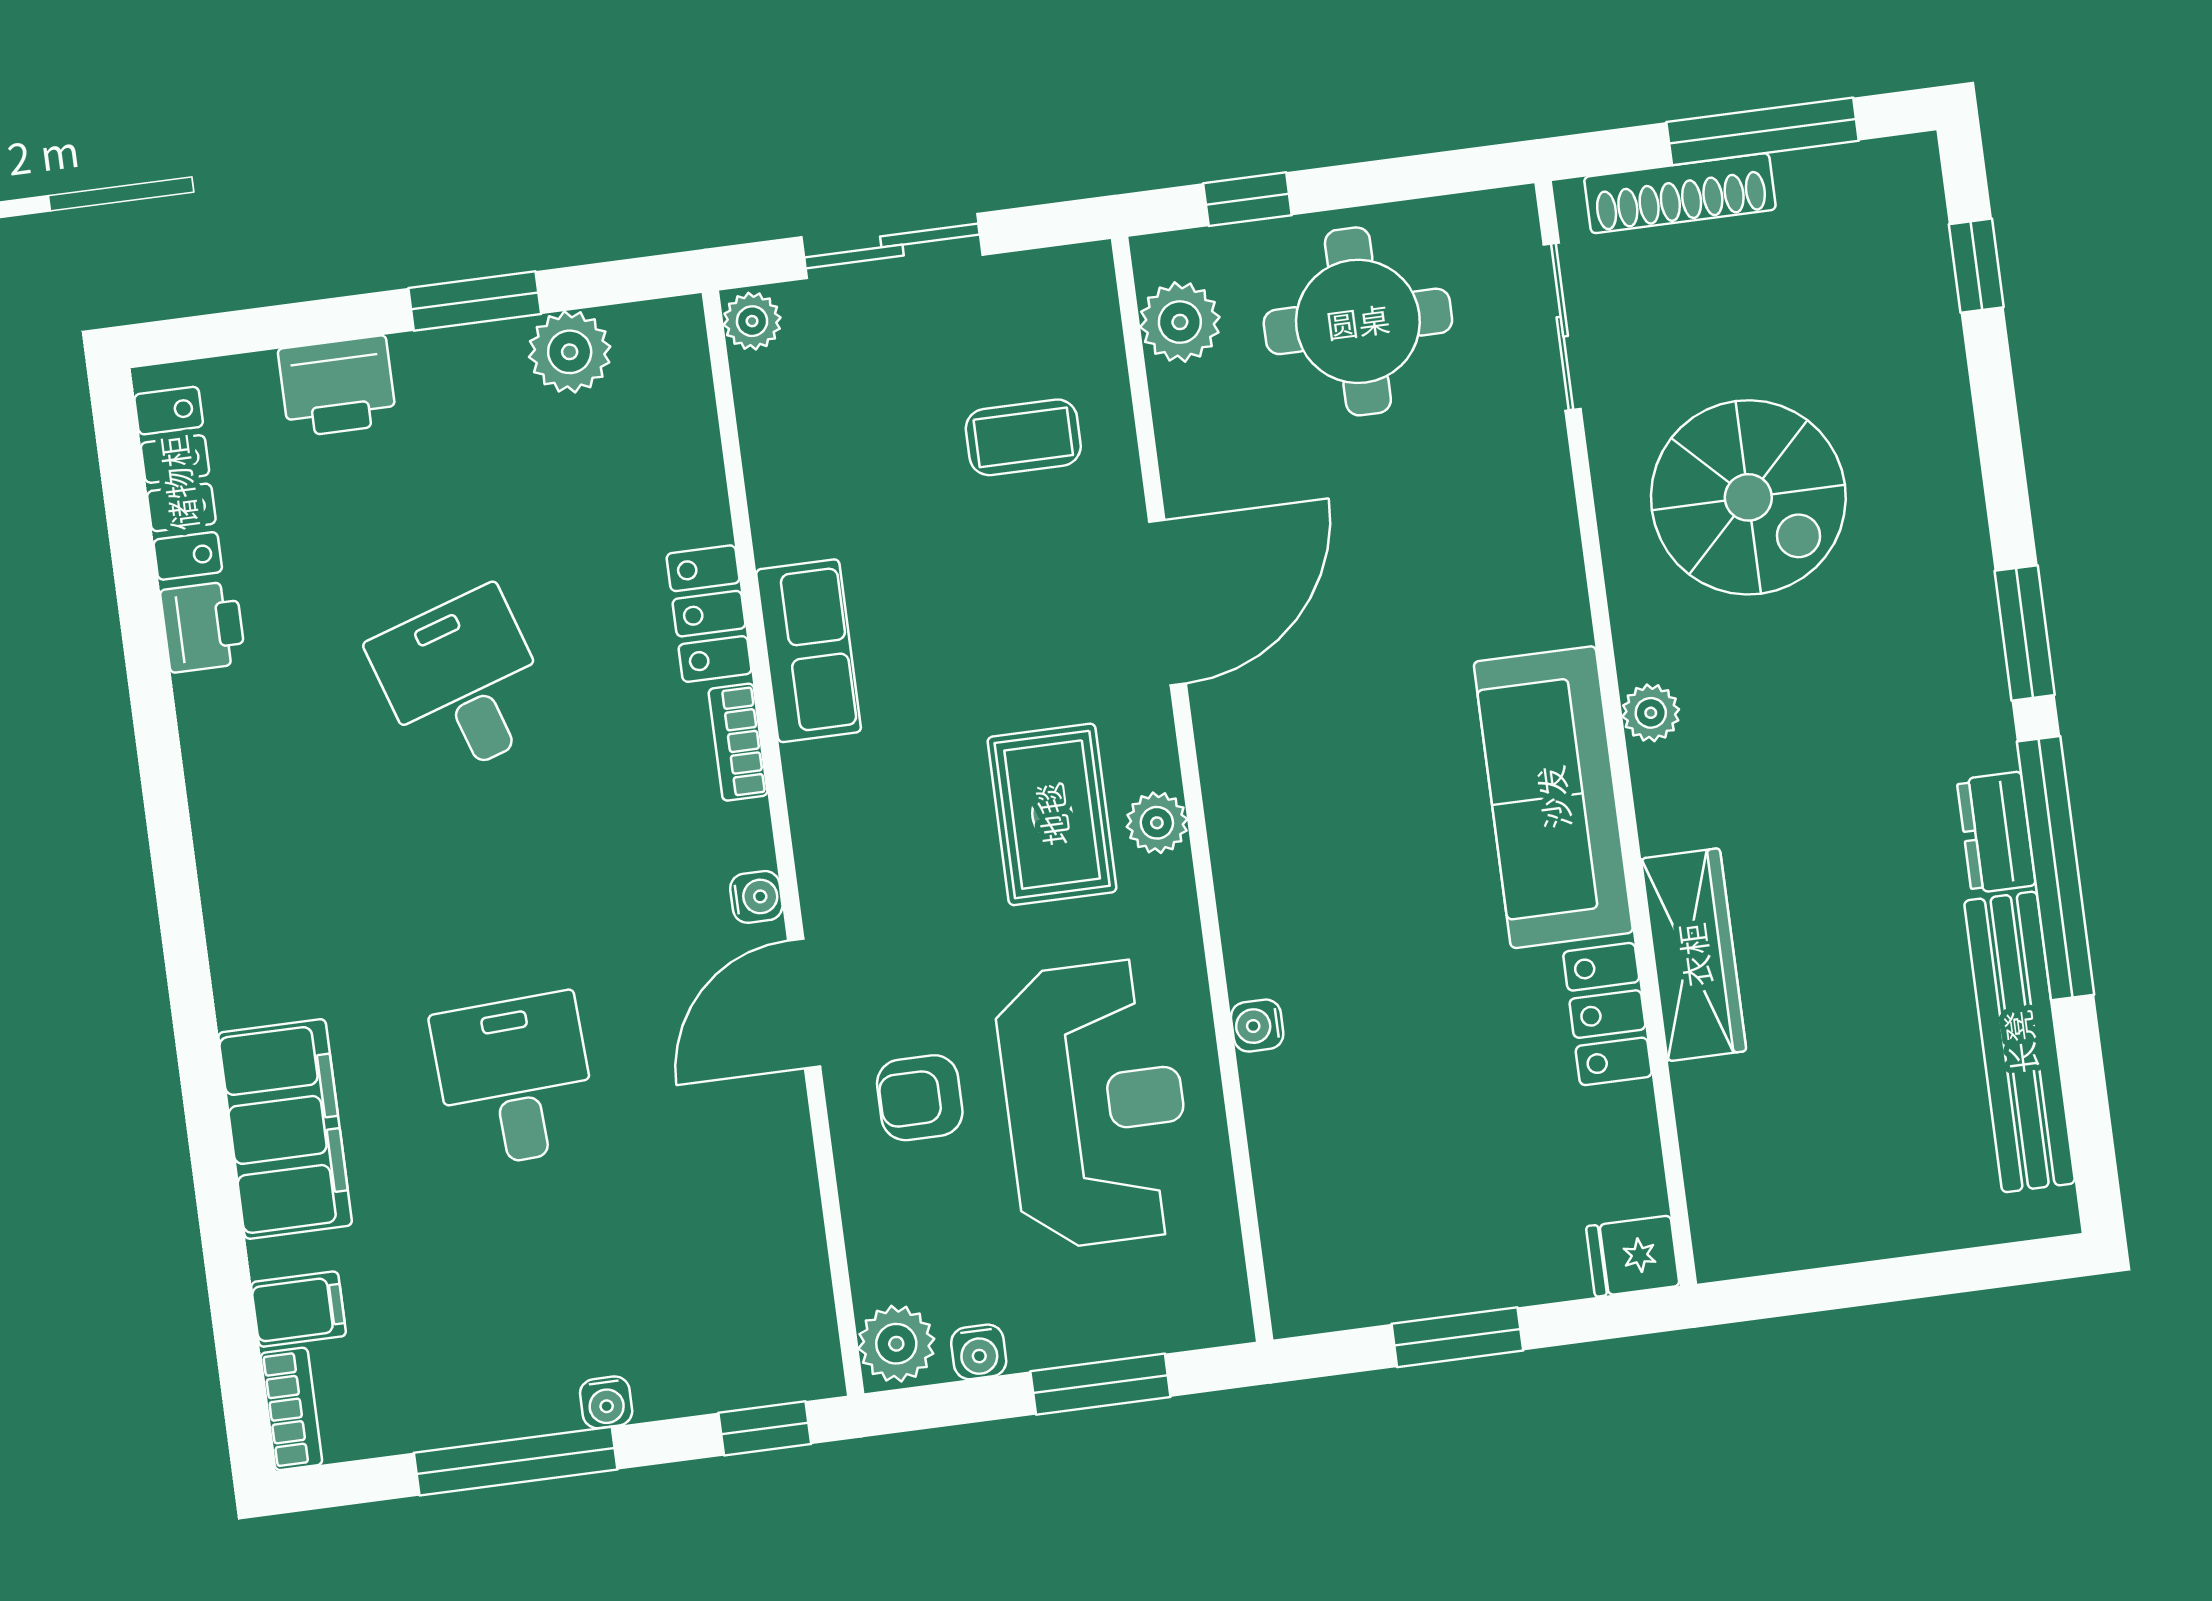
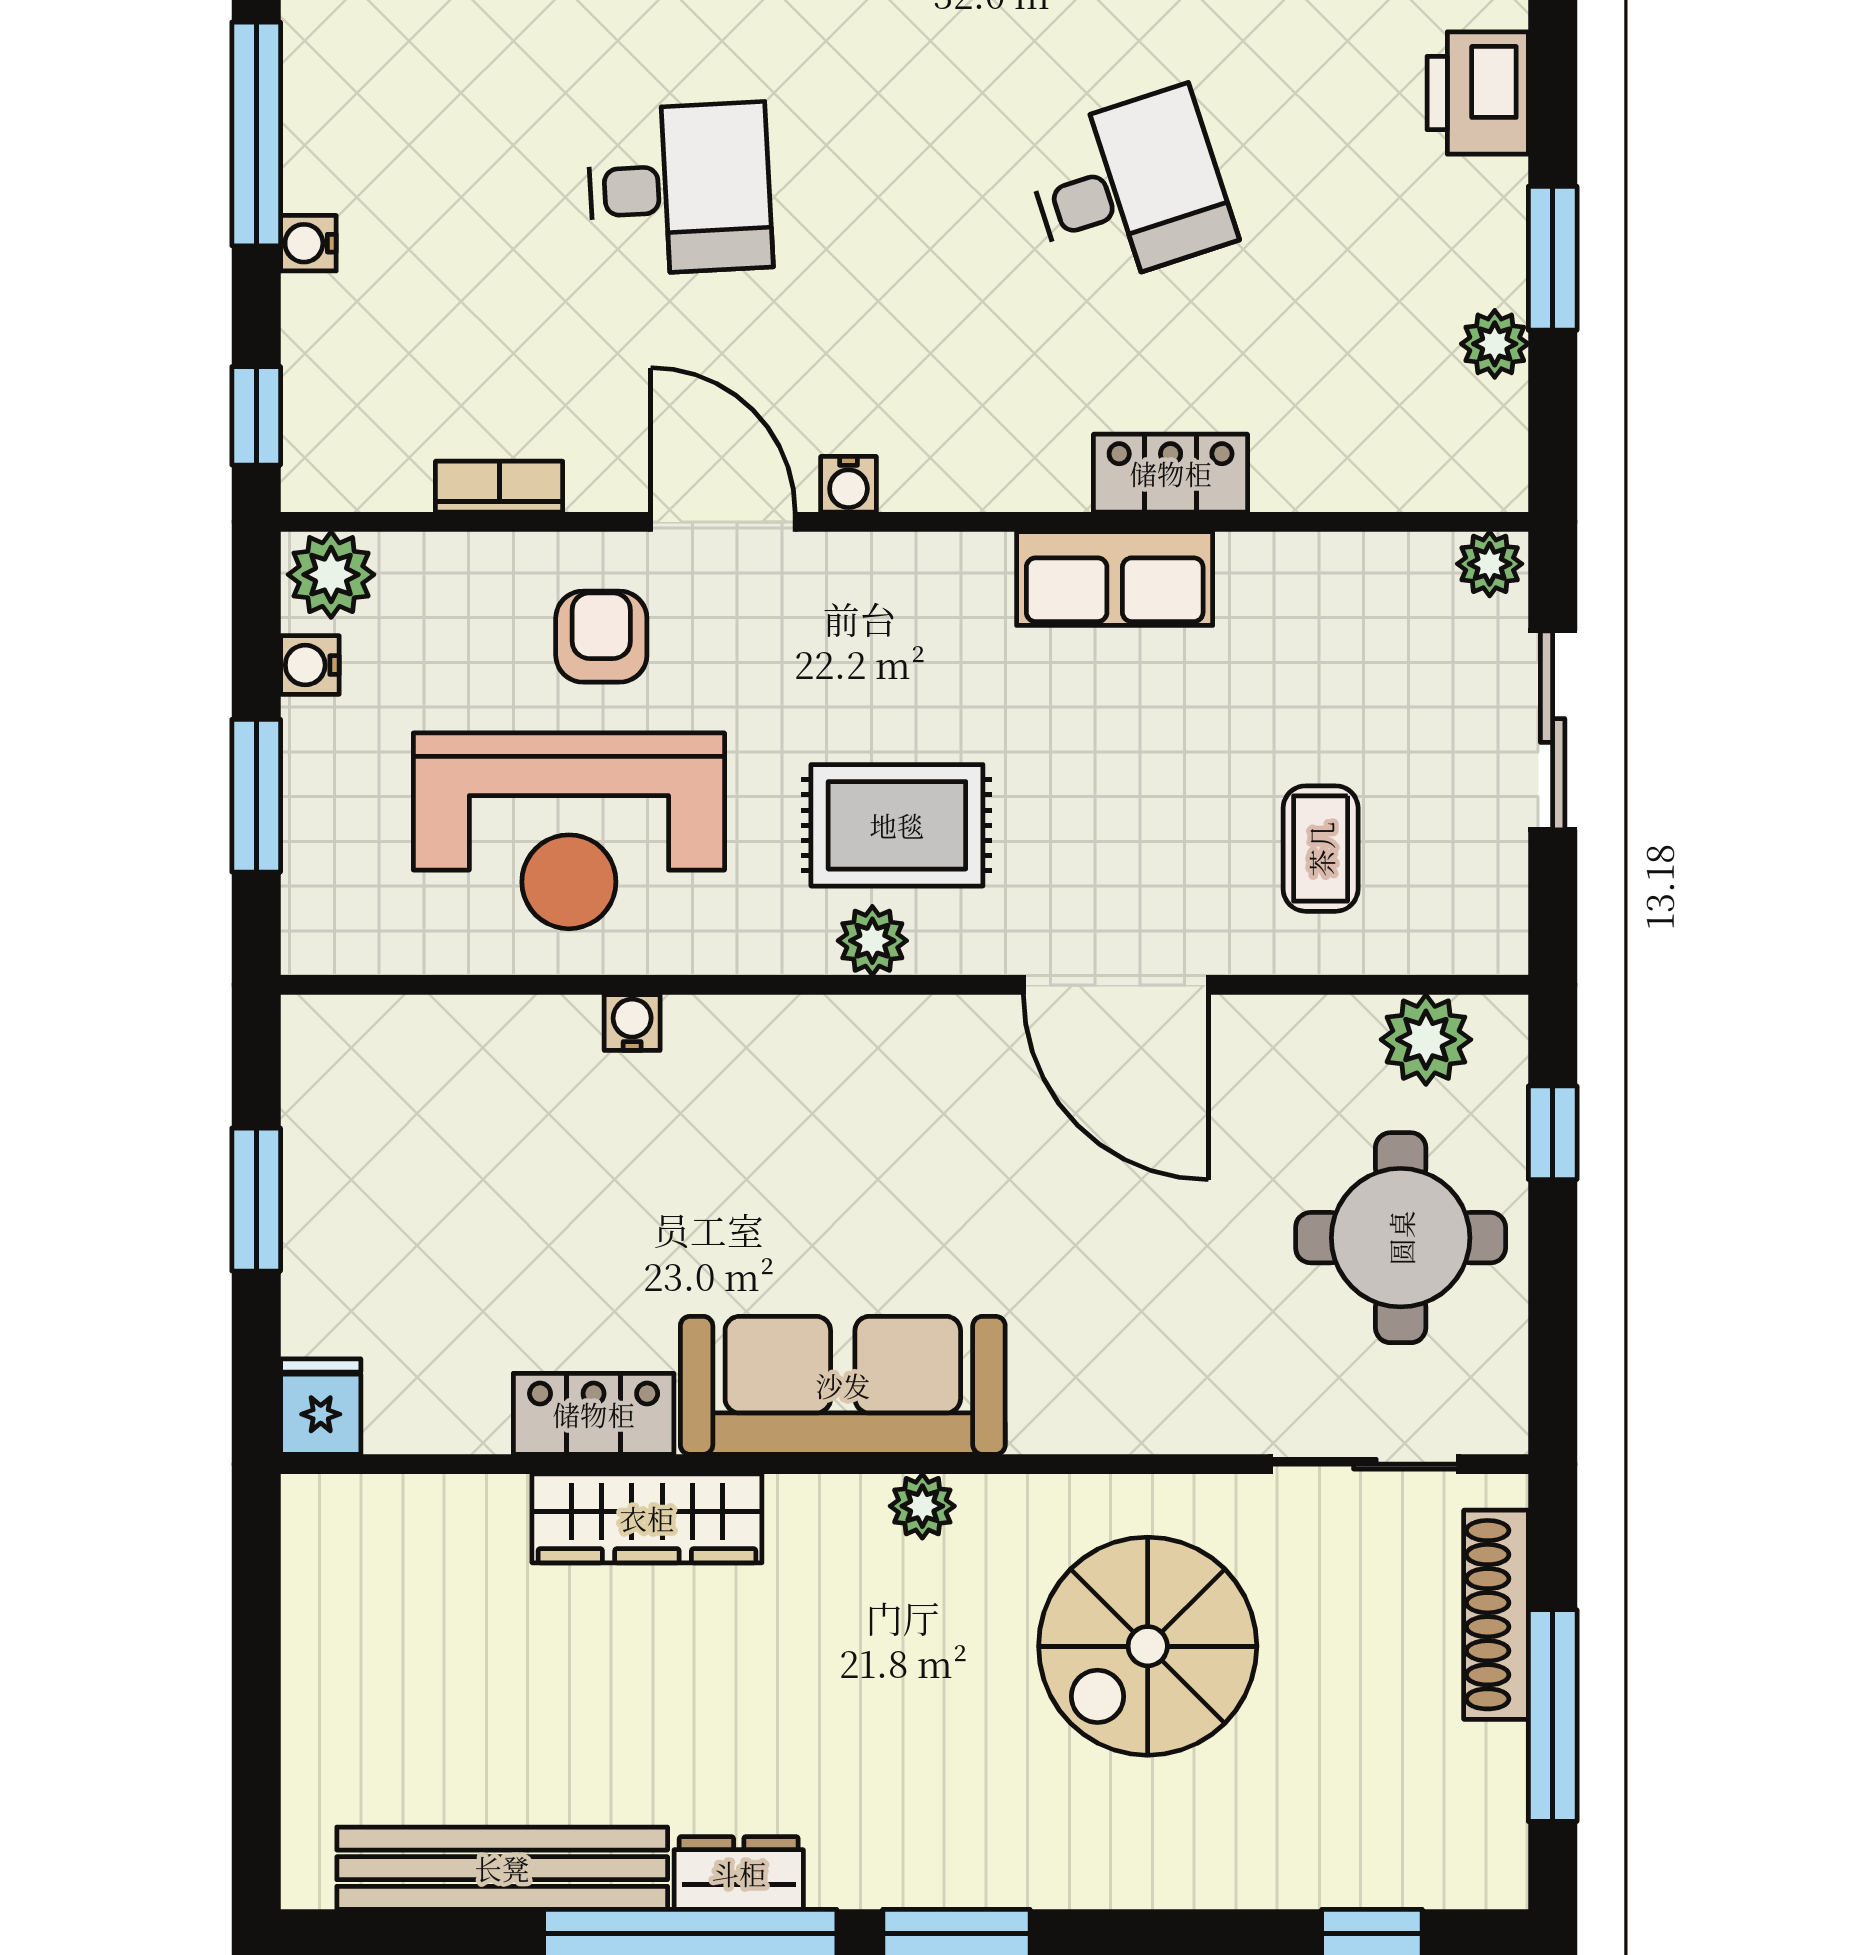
plant: (570, 352) -> (1495, 344), width x0.73, depth x0.73
bookcase: (738, 742) -> (499, 487), moved

